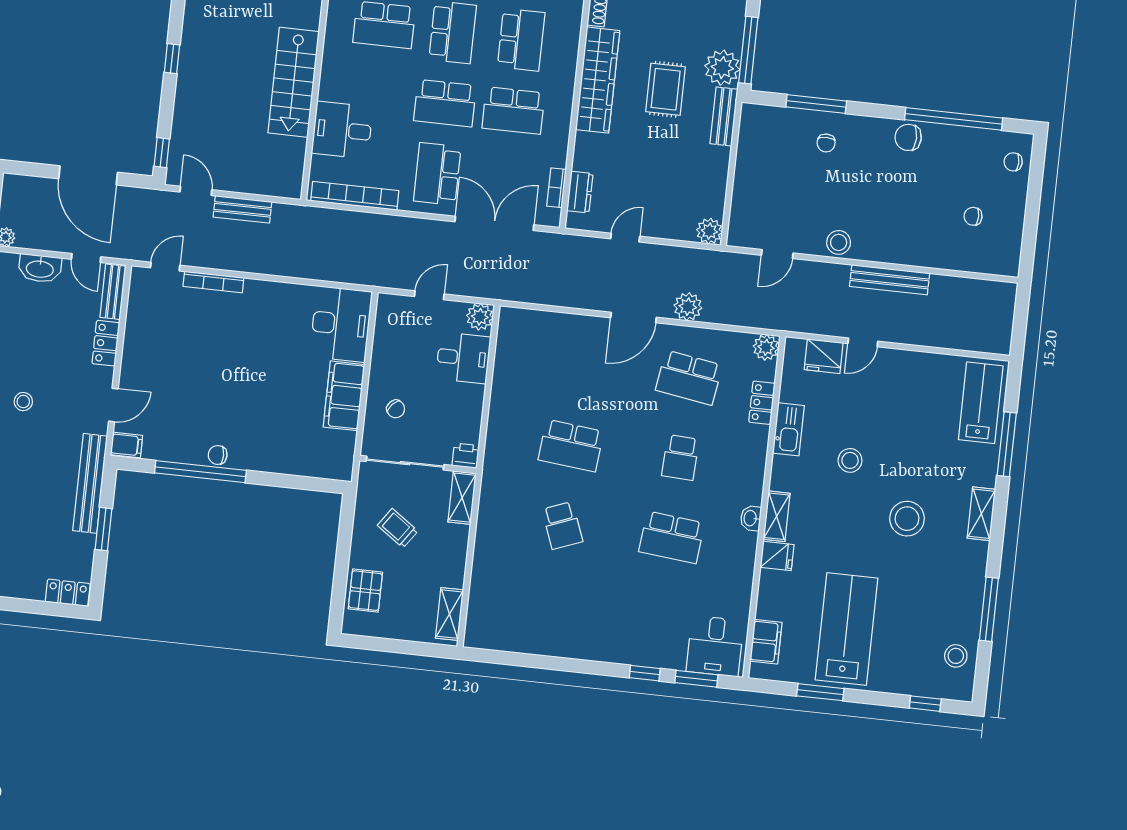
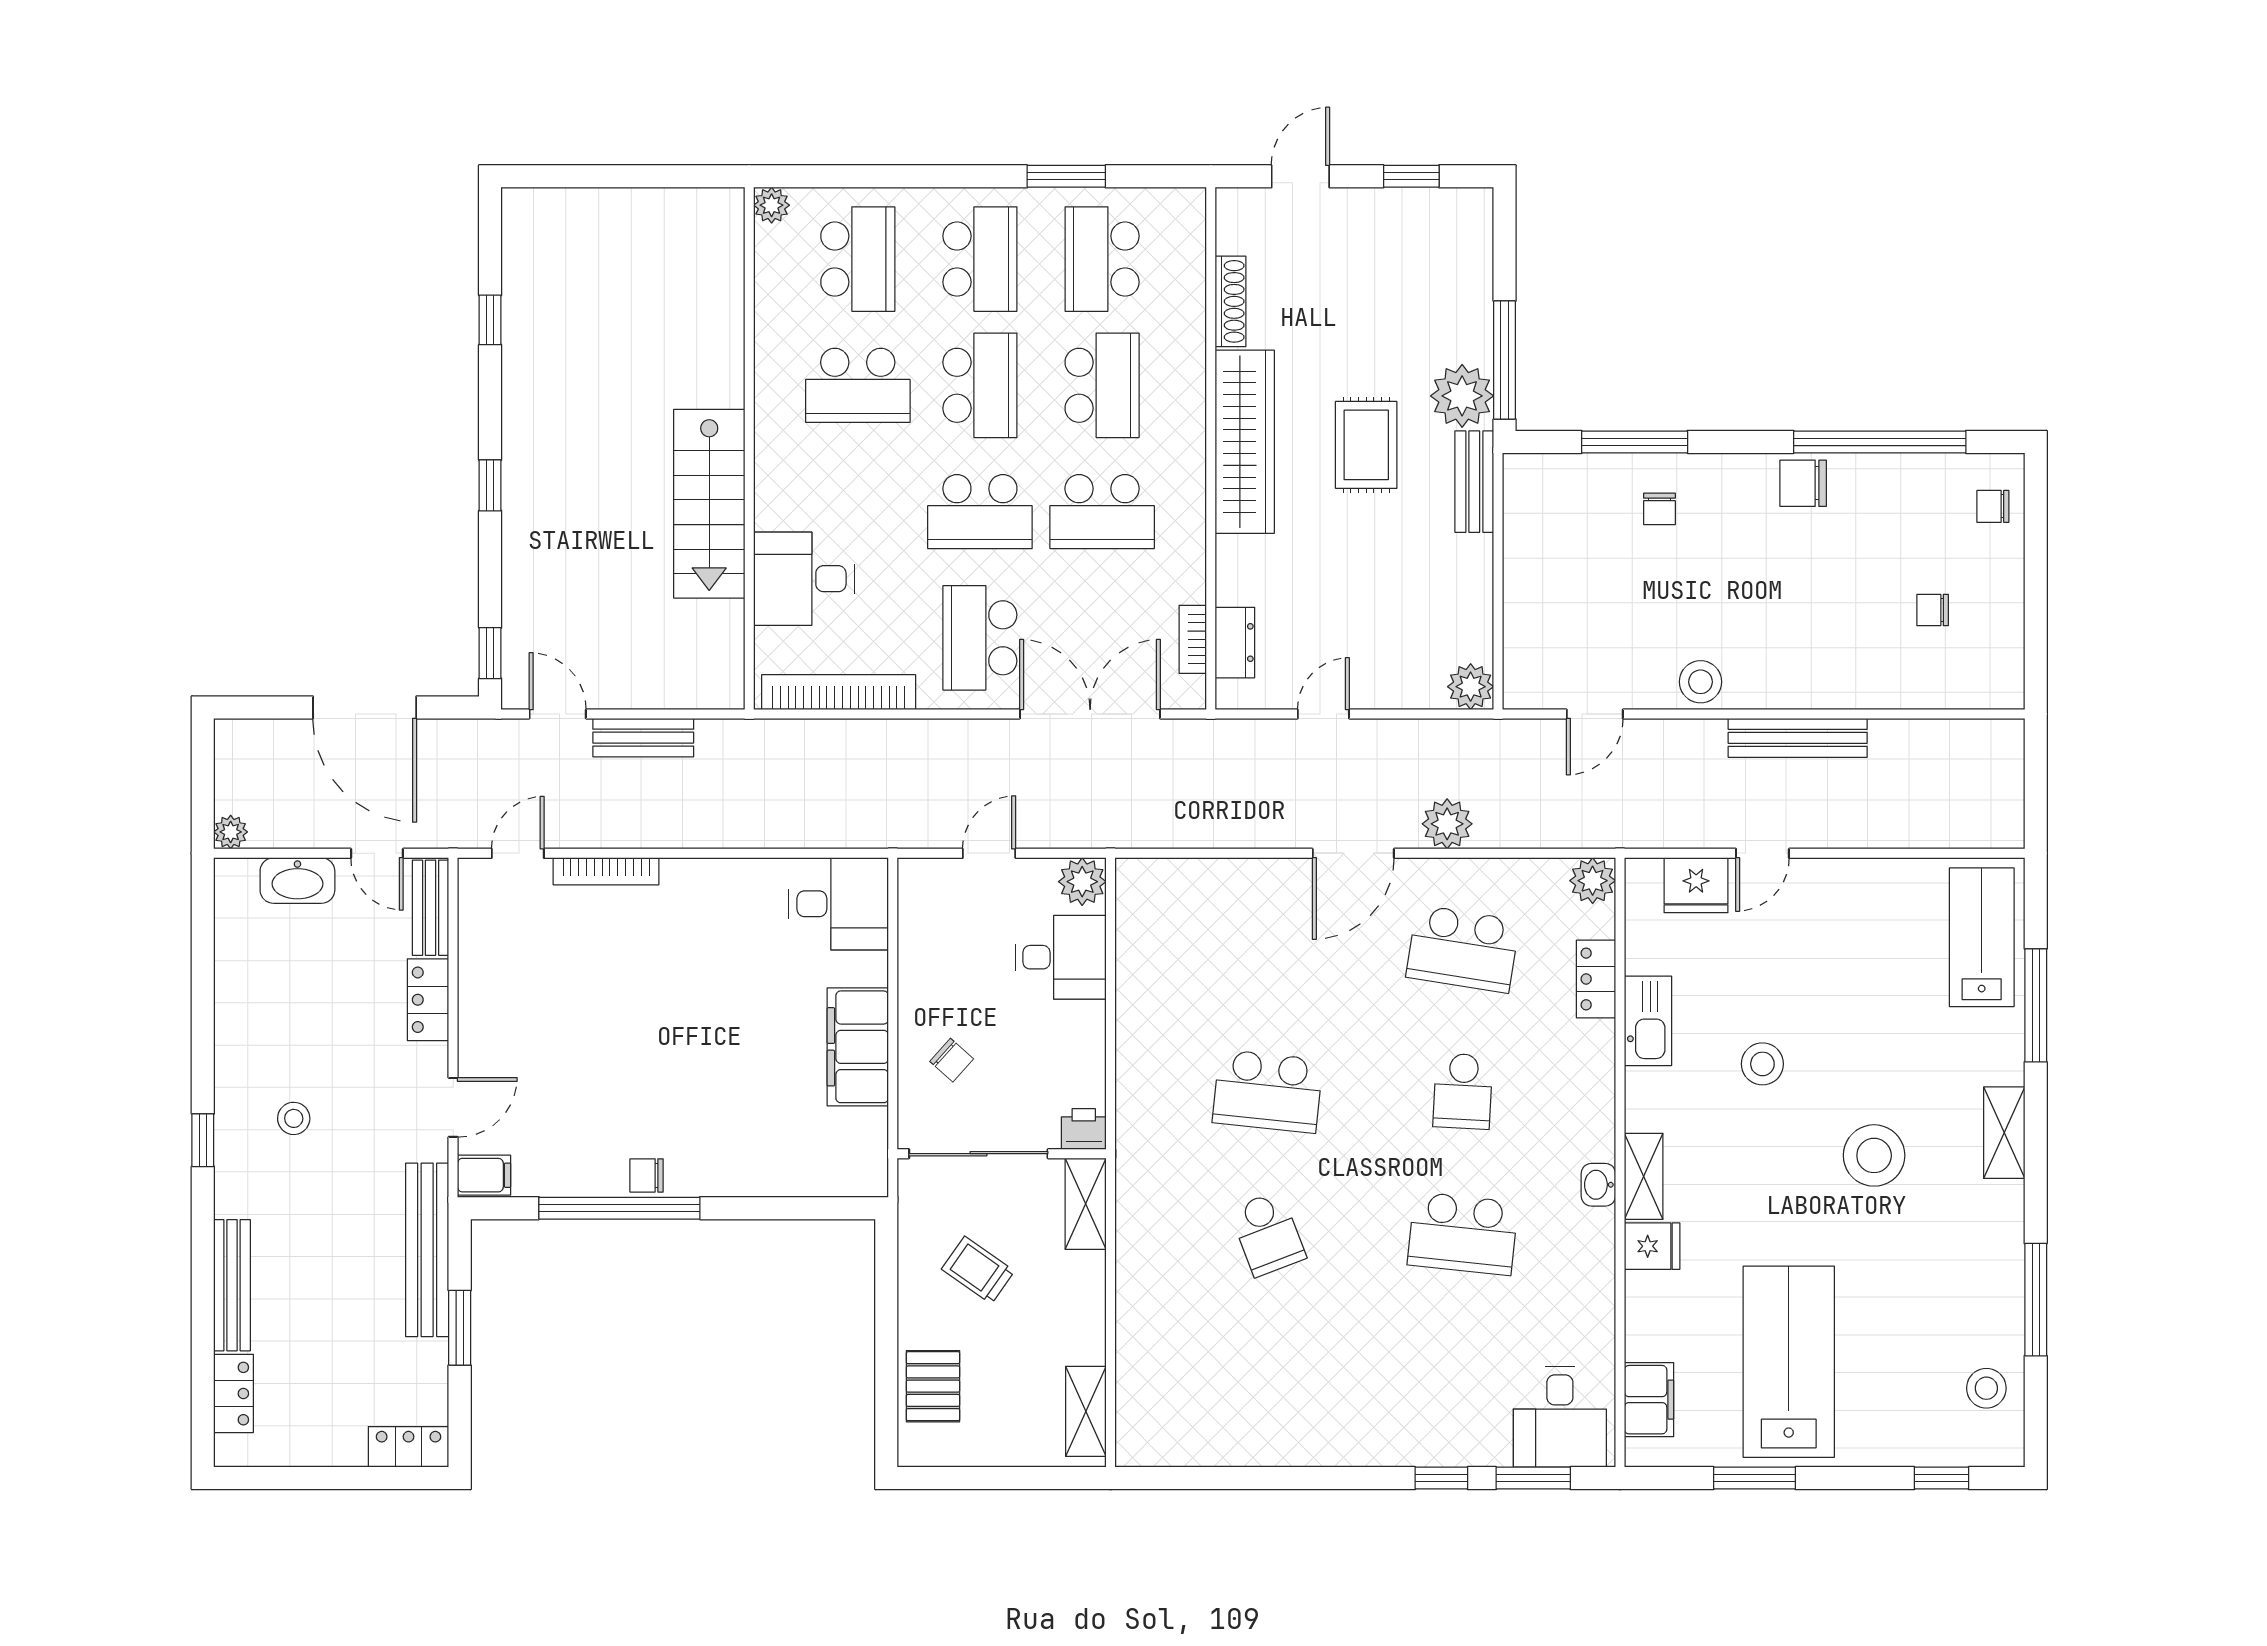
desk: (341, 324) -> (839, 904), width x0.73

